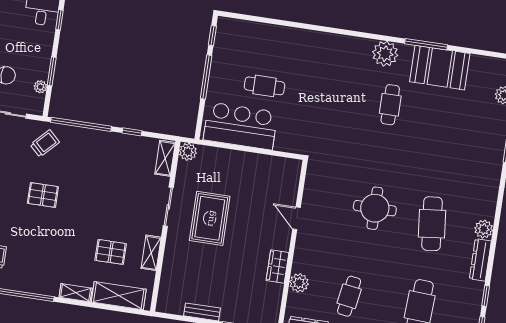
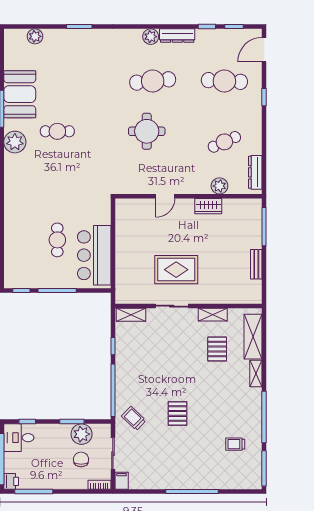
plant: (40, 87) -> (82, 434), width x1.88, depth x1.88
plant: (188, 152) -> (123, 296), removed
cafe table: (349, 296) -> (224, 142), turned -33

